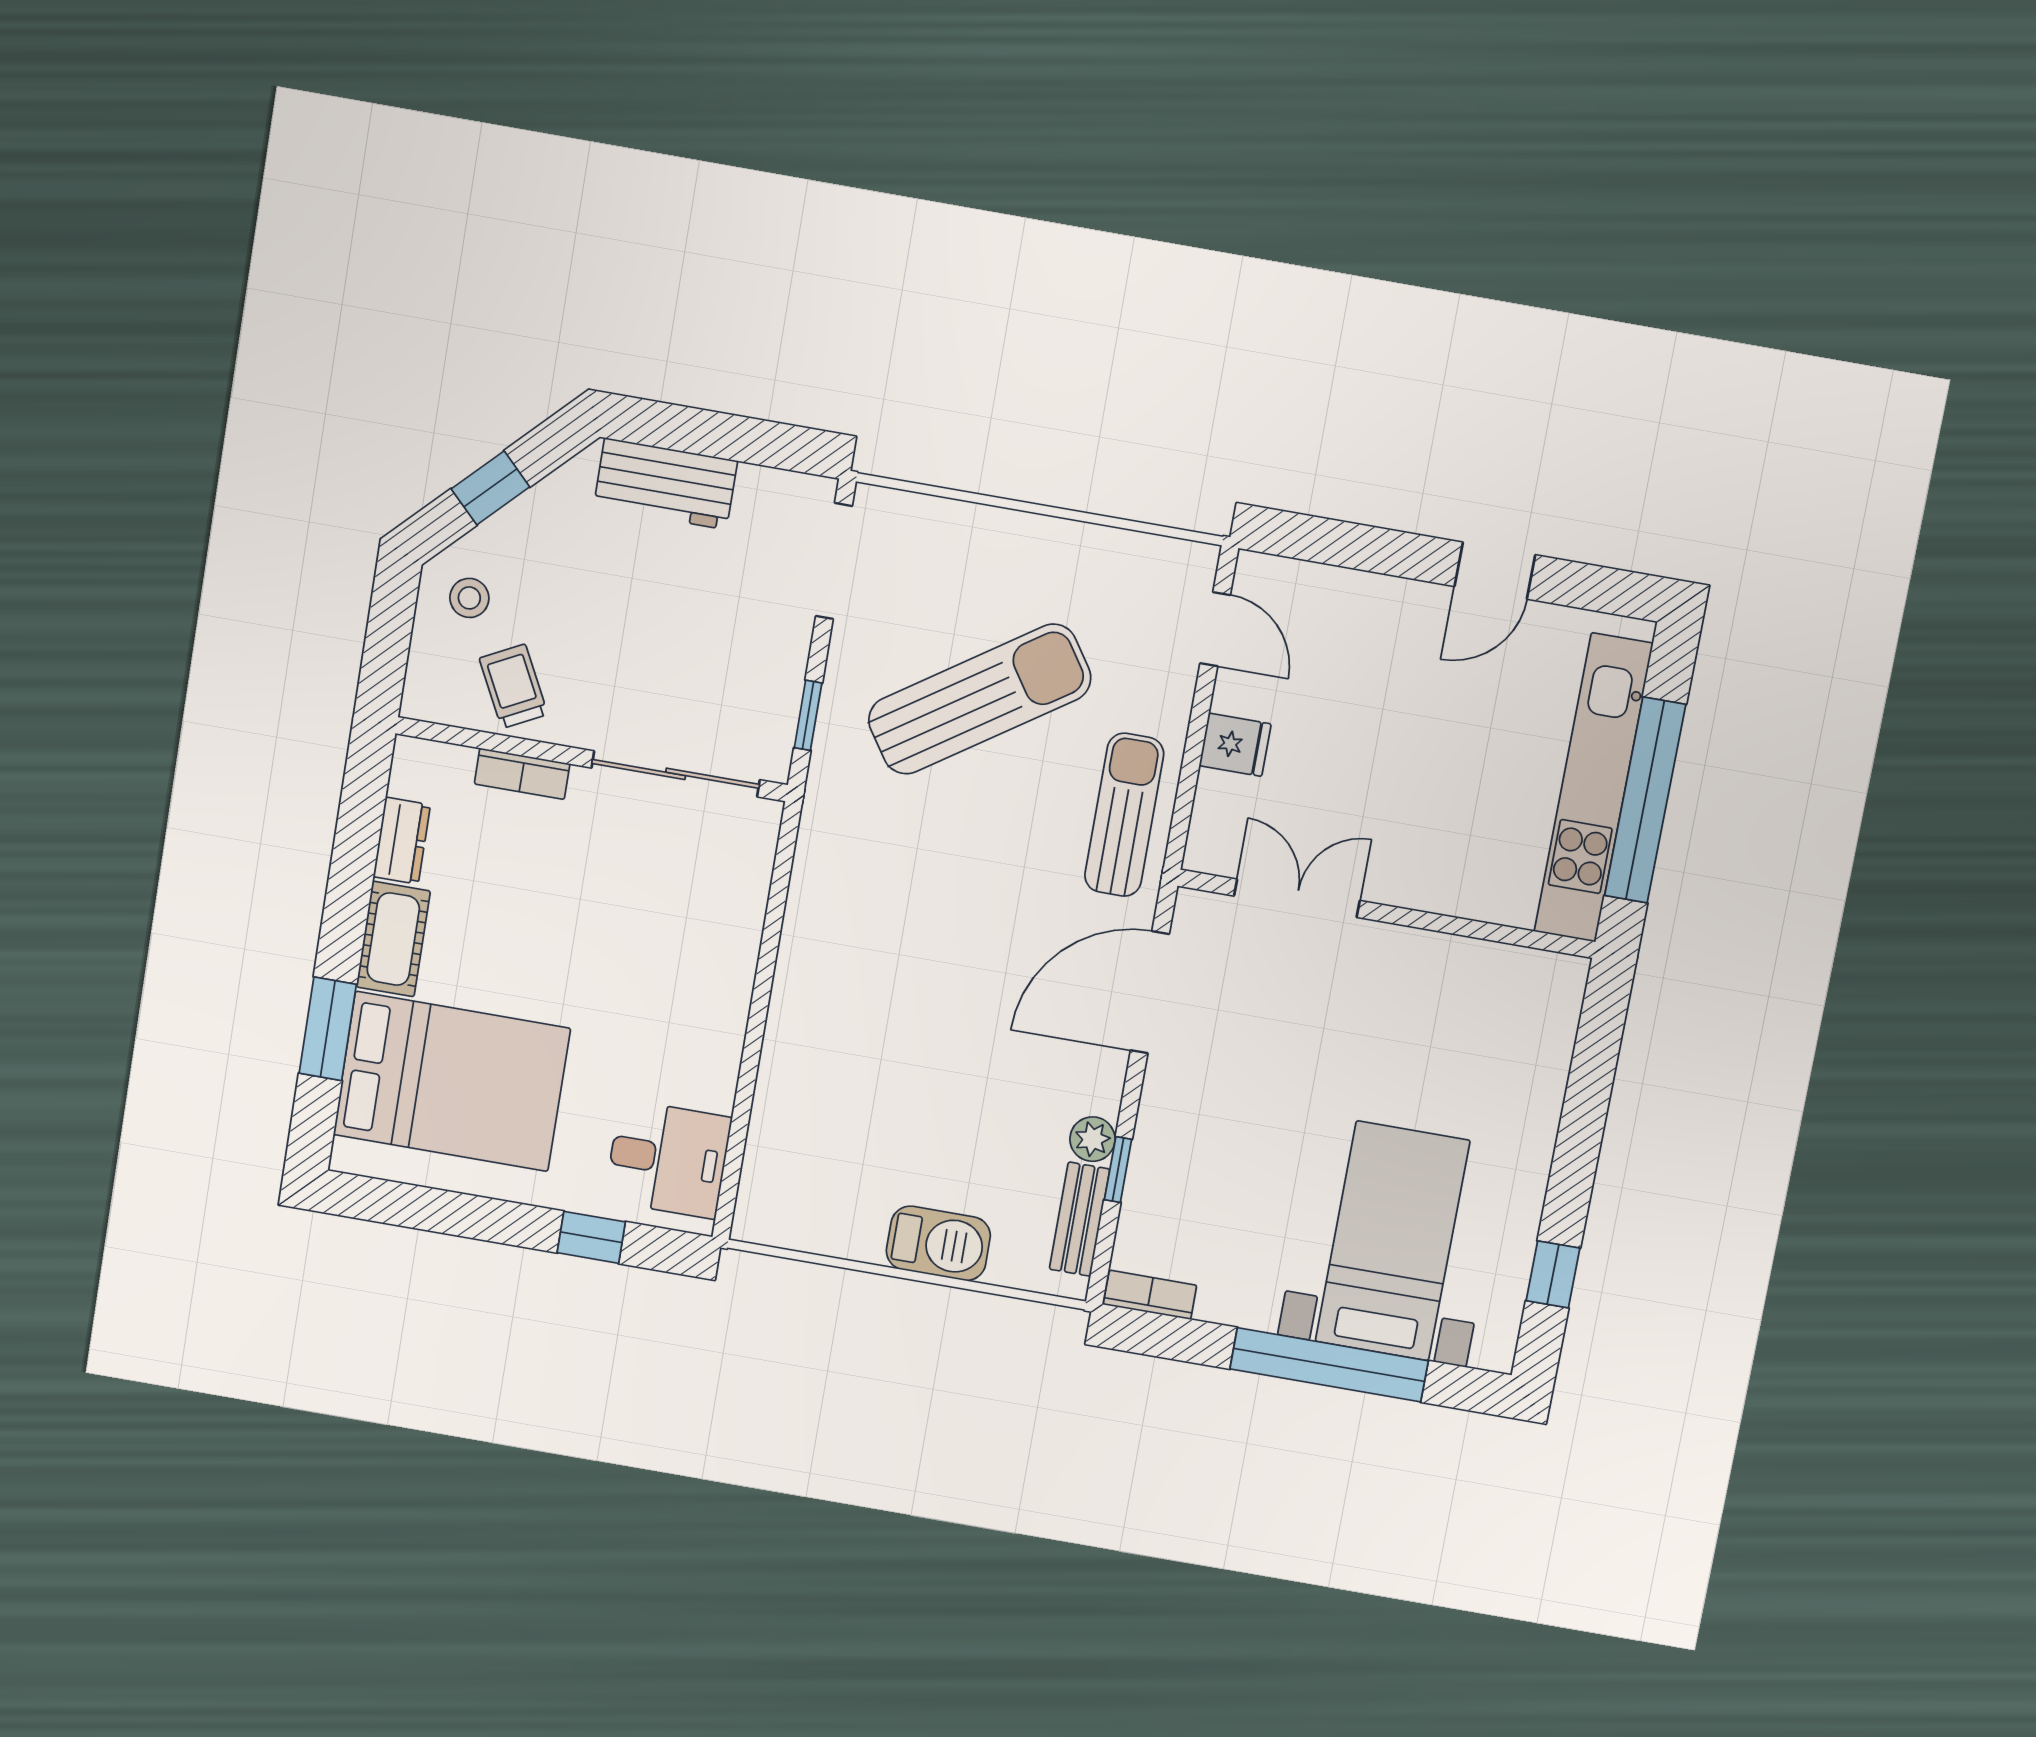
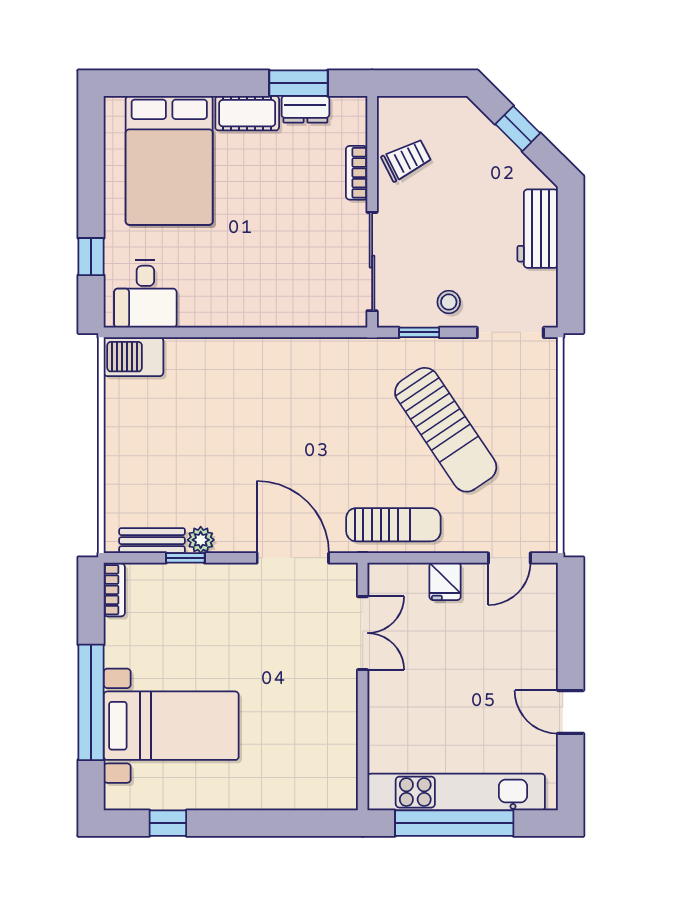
stool: (469, 598) -> (449, 302), moved
window: (328, 1029) -> (298, 83), moved
barbecue: (938, 1243) -> (133, 357), moved, turned 90

